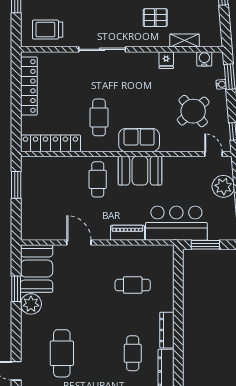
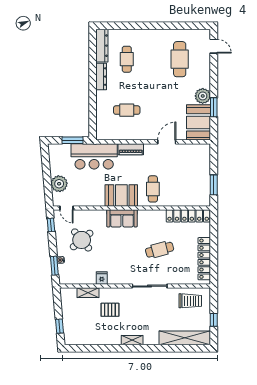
water cooler: (204, 59) -> (73, 279), removed
cafe table: (99, 117) -> (160, 250), moved, turned 75
door: (79, 242) -> (167, 142), swing flipped

